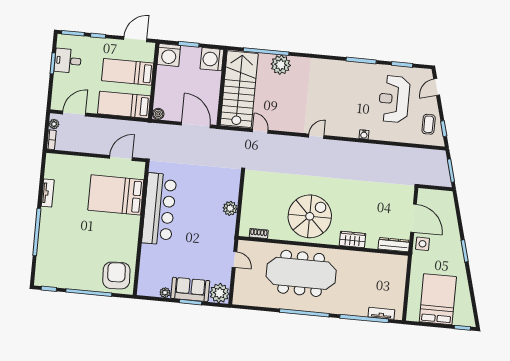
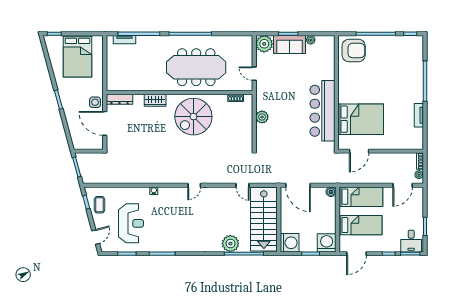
desk: (68, 61) -> (411, 241), moved, turned 90
armchair: (116, 275) -> (354, 50), turned -87

